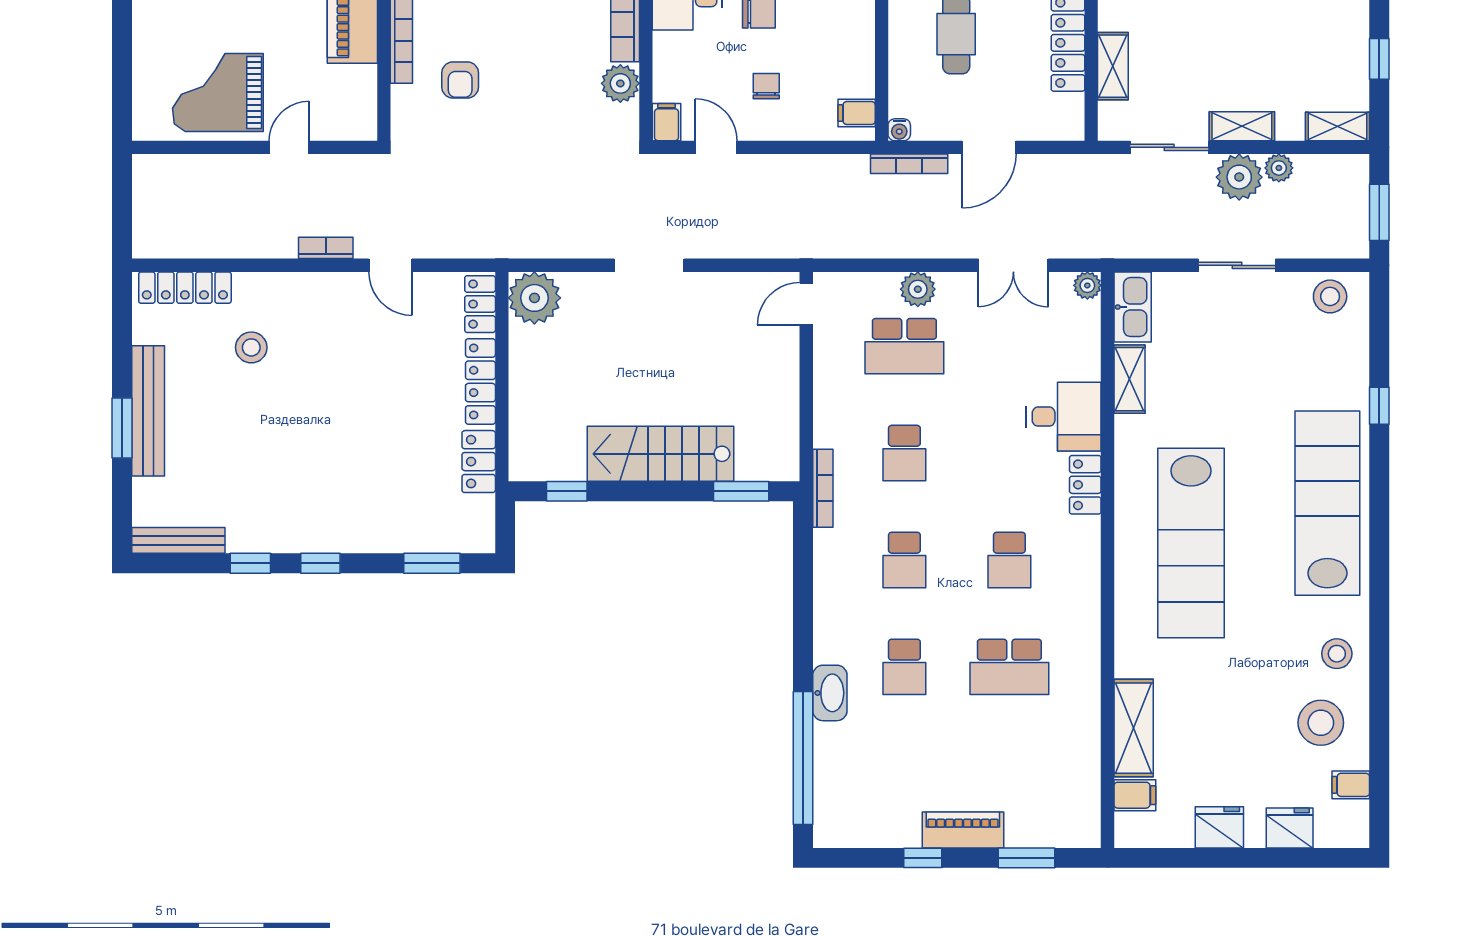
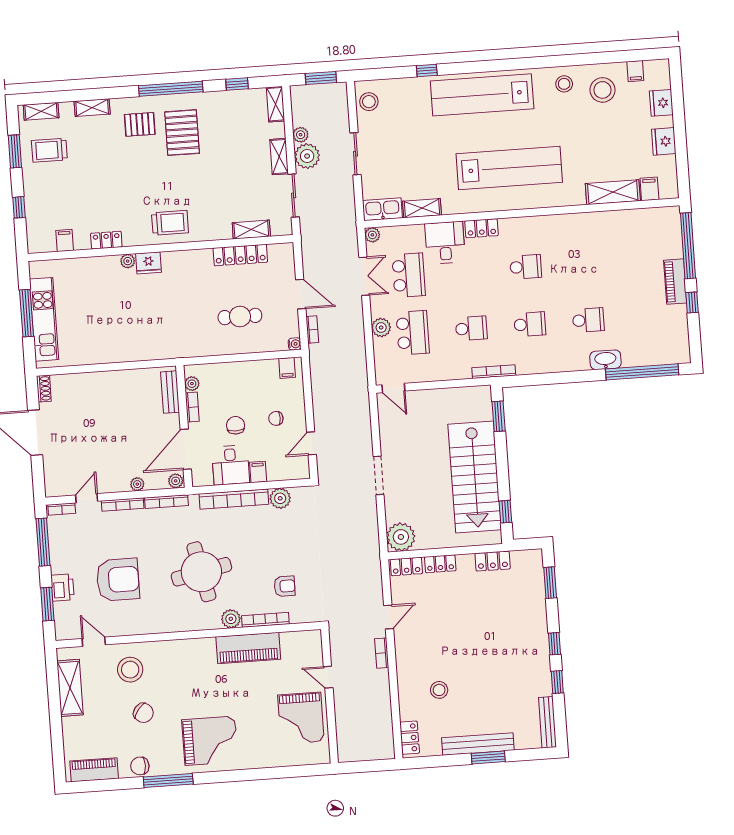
filing cabinet: (666, 122) -> (258, 472), moved, turned 90
bookcase: (909, 164) -> (312, 330), width x0.64
locker: (185, 288) -> (410, 738), width x0.66
locker: (480, 381) -> (440, 564), width x0.66
stairs: (660, 454) -> (475, 477), width x1.36, depth x1.51
school desk: (1009, 667) -> (409, 275), moved
window: (1026, 858) -> (688, 246), width x2.11

